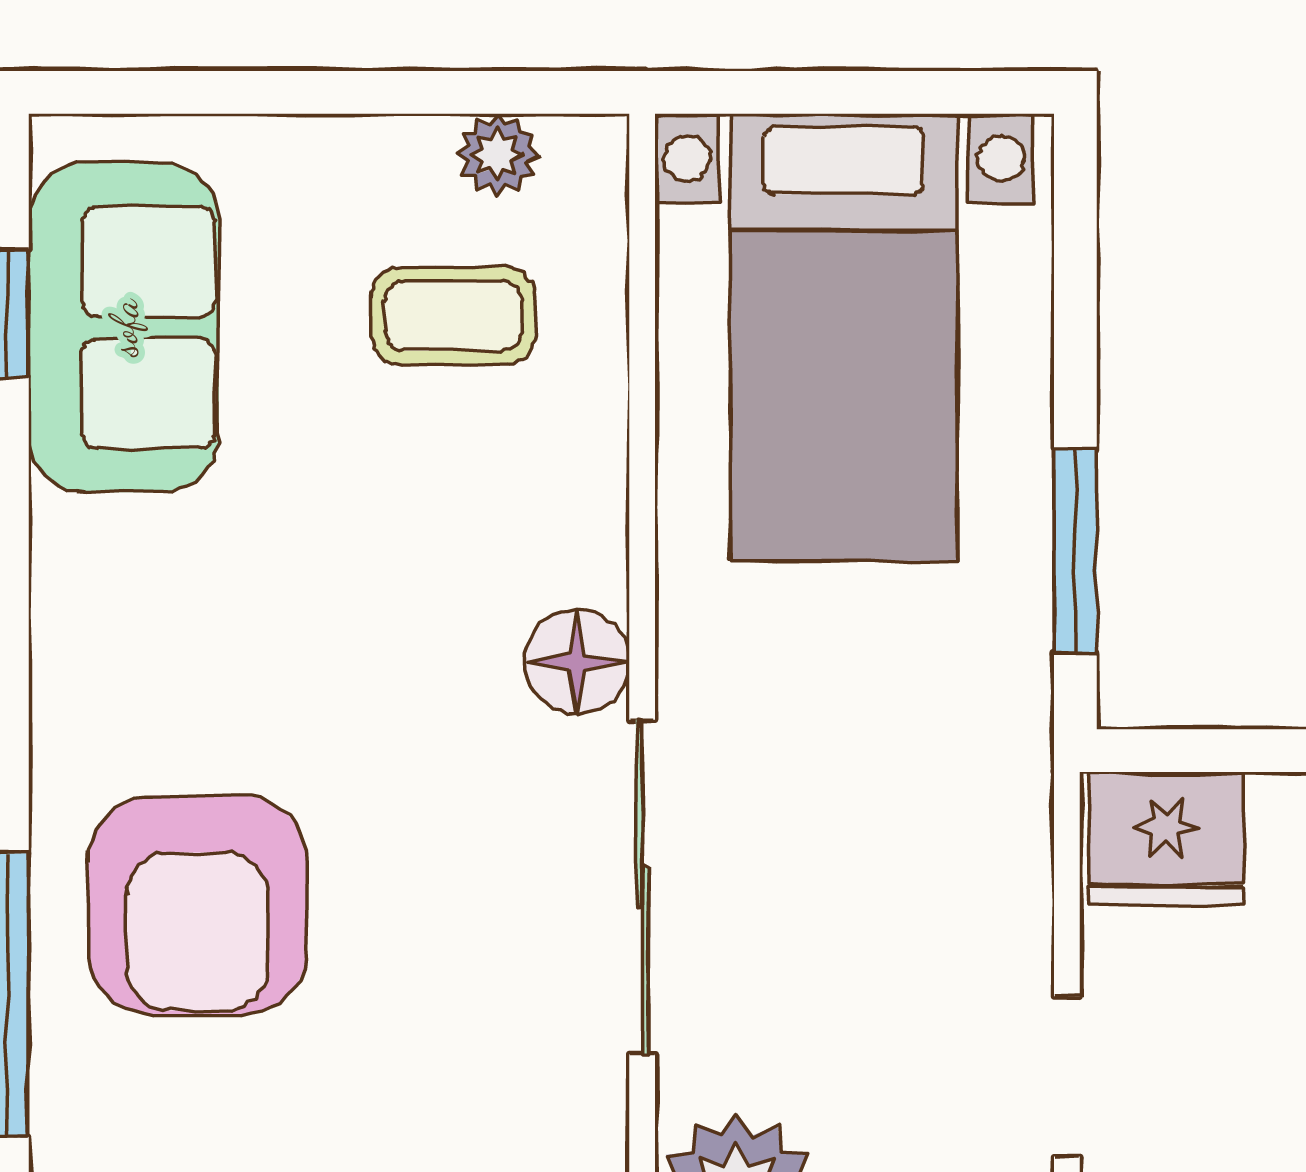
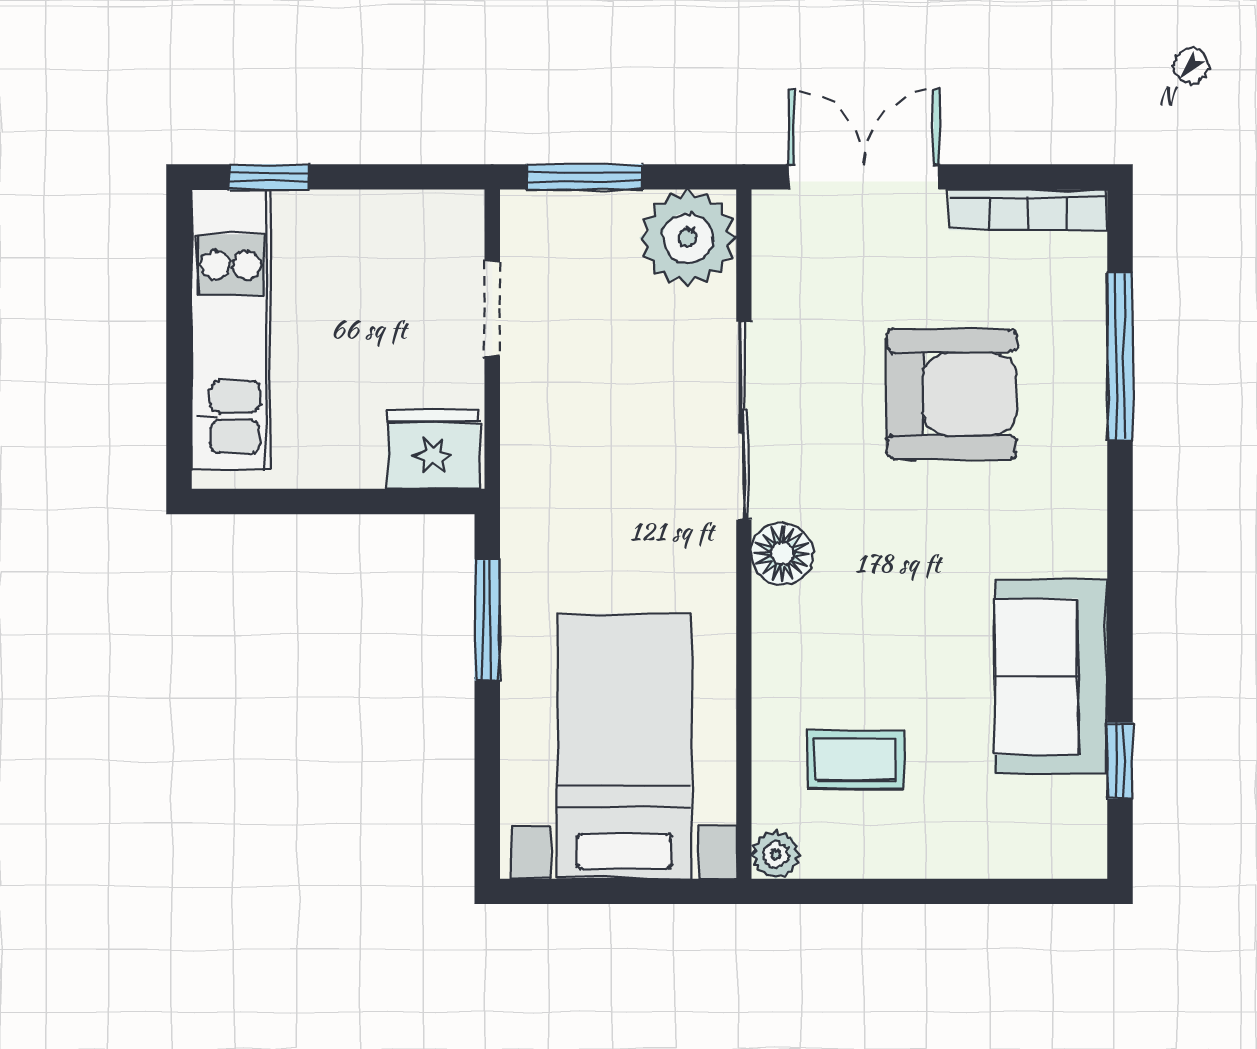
plant: (498, 155) -> (776, 855), moved
sofa: (124, 328) -> (1051, 677), moved
armchair: (197, 905) -> (952, 394), moved, turned 90

